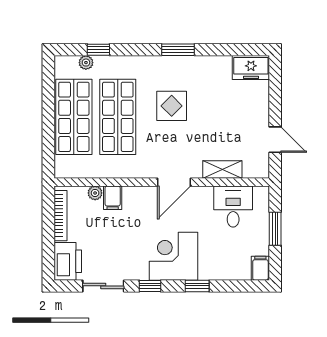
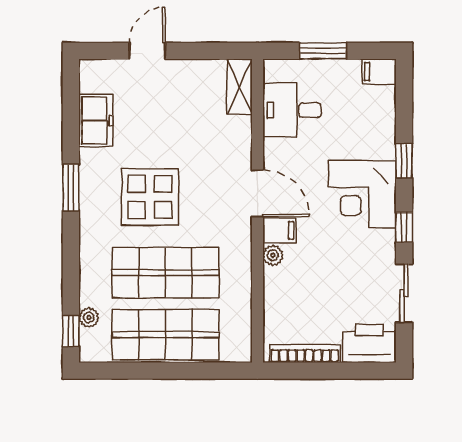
window: (98, 50) -> (71, 331), moved
freezer: (251, 67) -> (96, 120), moved
display table: (172, 106) -> (150, 197), width x1.36, depth x1.36
door: (275, 140) -> (147, 51), moved
shelving: (222, 169) -> (240, 87), moved
plant: (95, 193) -> (273, 255), moved
filing cabinet: (113, 198) -> (279, 230), moved

